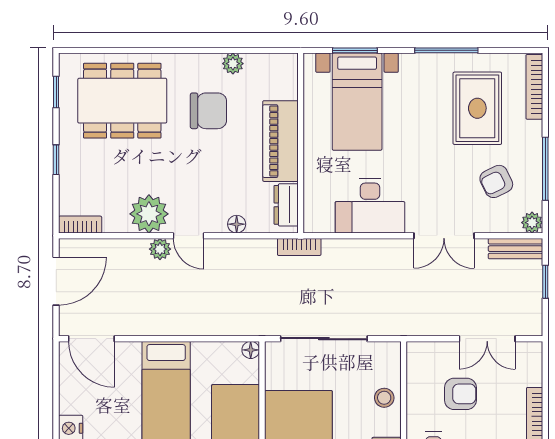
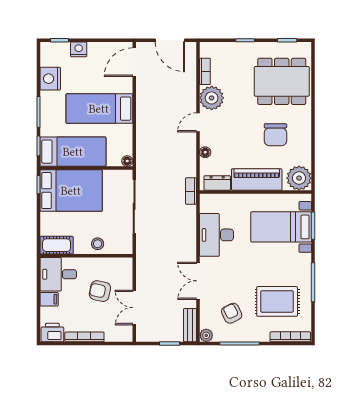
plant: (233, 64) -> (299, 178), moved, width x1.88, depth x1.88
dining table: (122, 101) -> (282, 81), turned 90
bookcase: (80, 225) -> (205, 71), moved
plant: (160, 249) -> (190, 105), removed
armchair: (460, 394) -> (100, 291), turned 102

